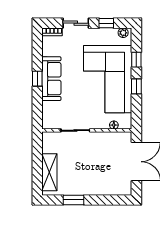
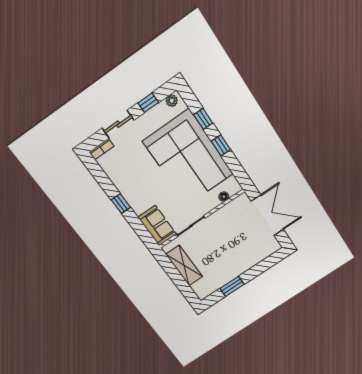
sofa: (51, 79) -> (157, 226), moved, width x0.73
shelving: (49, 172) -> (184, 265), moved

